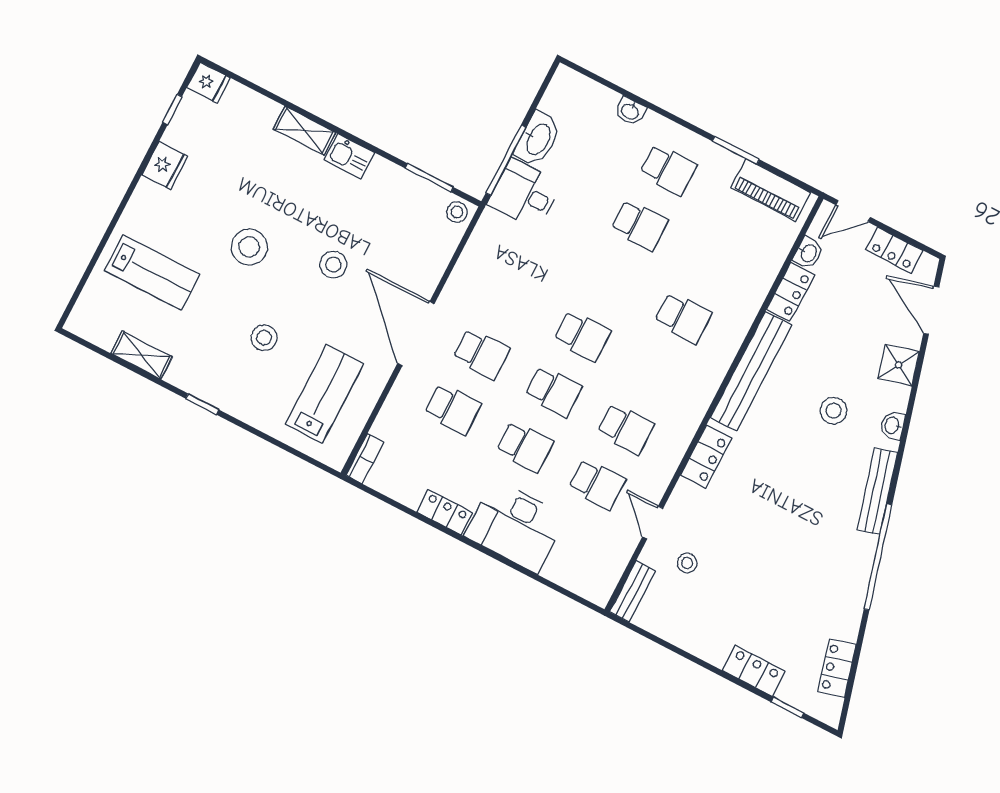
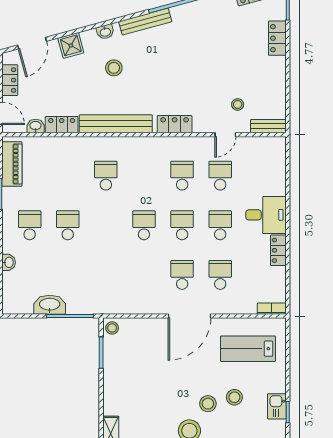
kitchen sink: (349, 156) -> (277, 406), moved, turned 180
desk: (524, 194) -> (83, 297), removed
stool: (333, 265) -> (208, 404), moved
desk: (515, 526) -> (266, 215), width x0.73

